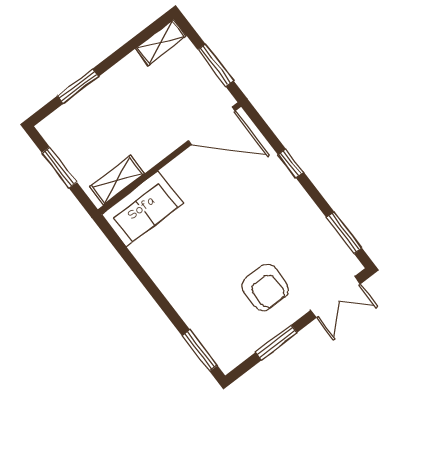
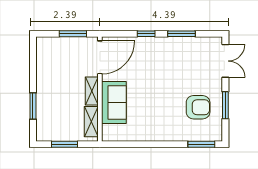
shelving: (161, 42) -> (92, 91), moved
sofa: (142, 209) -> (114, 102), moved
window: (344, 233) -> (181, 34), moved
armchair: (265, 287) -> (198, 107), moved

